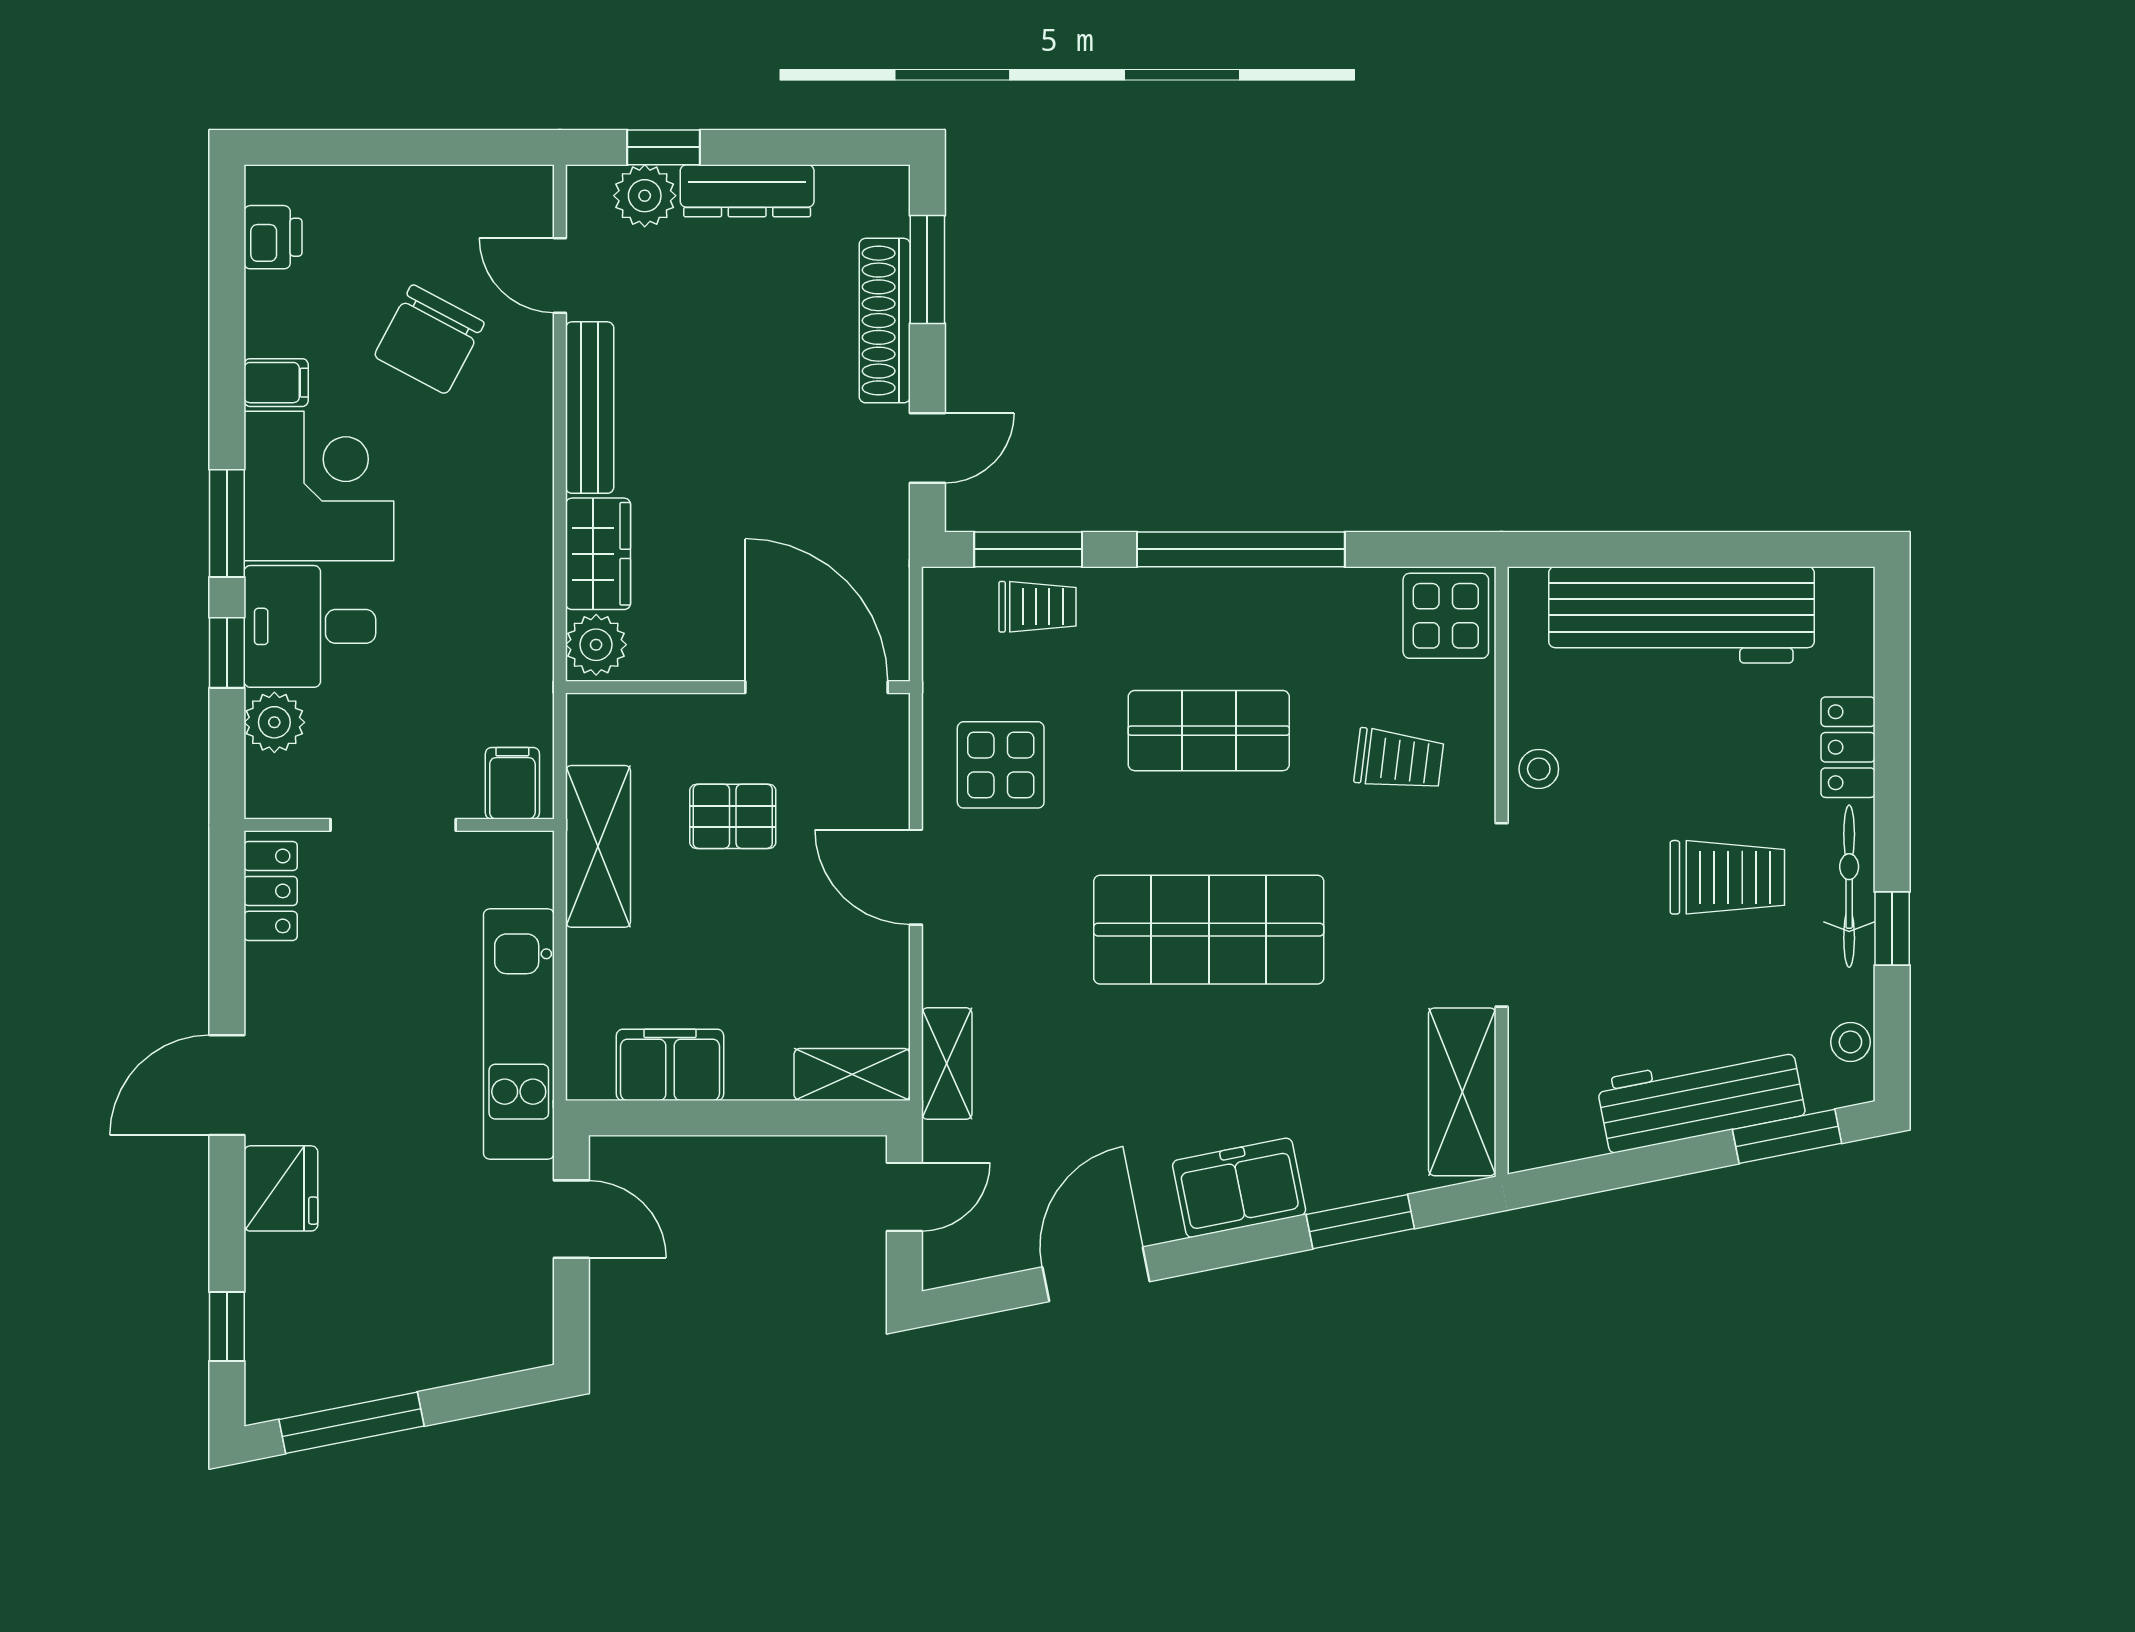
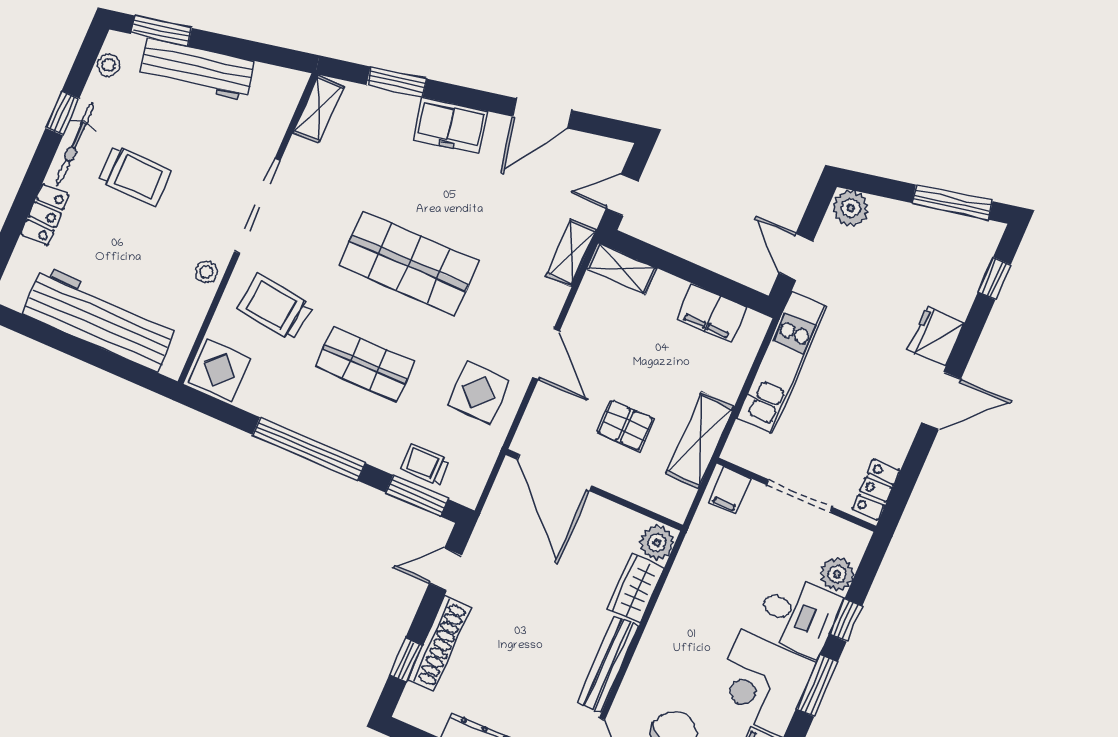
window: (927, 270) -> (406, 660), width x0.67
trolley: (1399, 760) -> (275, 307), width x1.36, depth x1.39
trolley: (1727, 877) -> (135, 175), turned 180
shelving: (1462, 1092) -> (318, 109), width x0.67, depth x0.75
plant: (515, 1340) -> (851, 208), added

